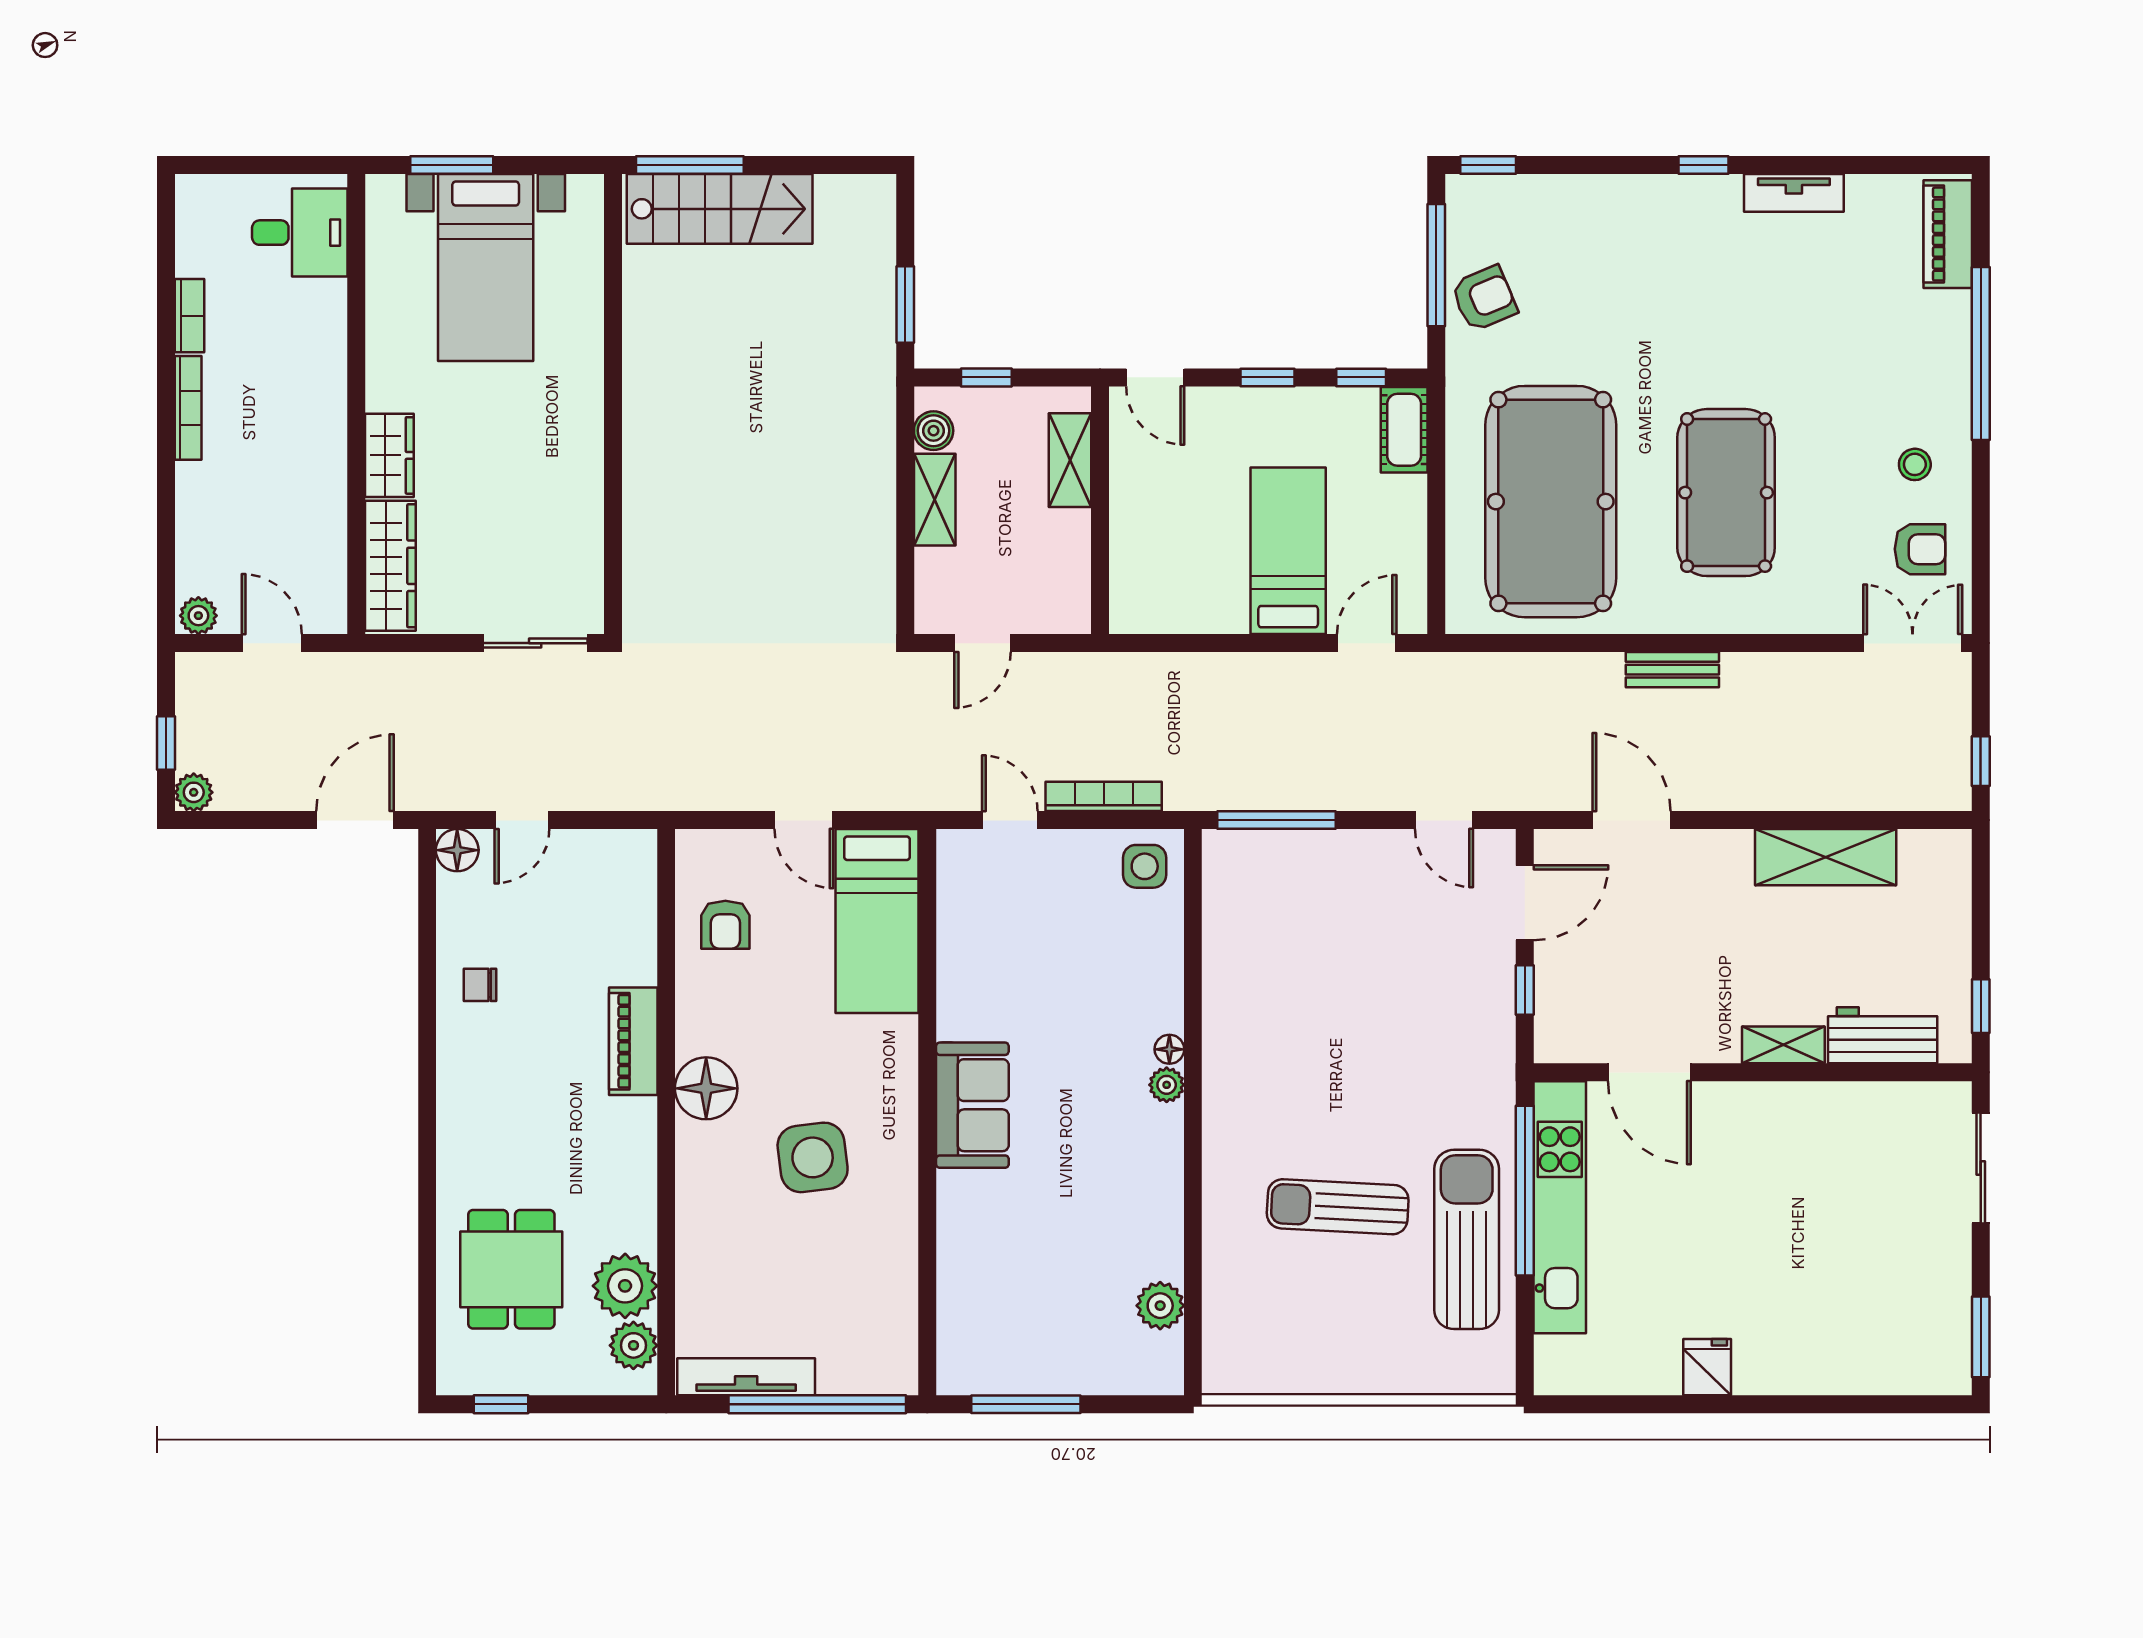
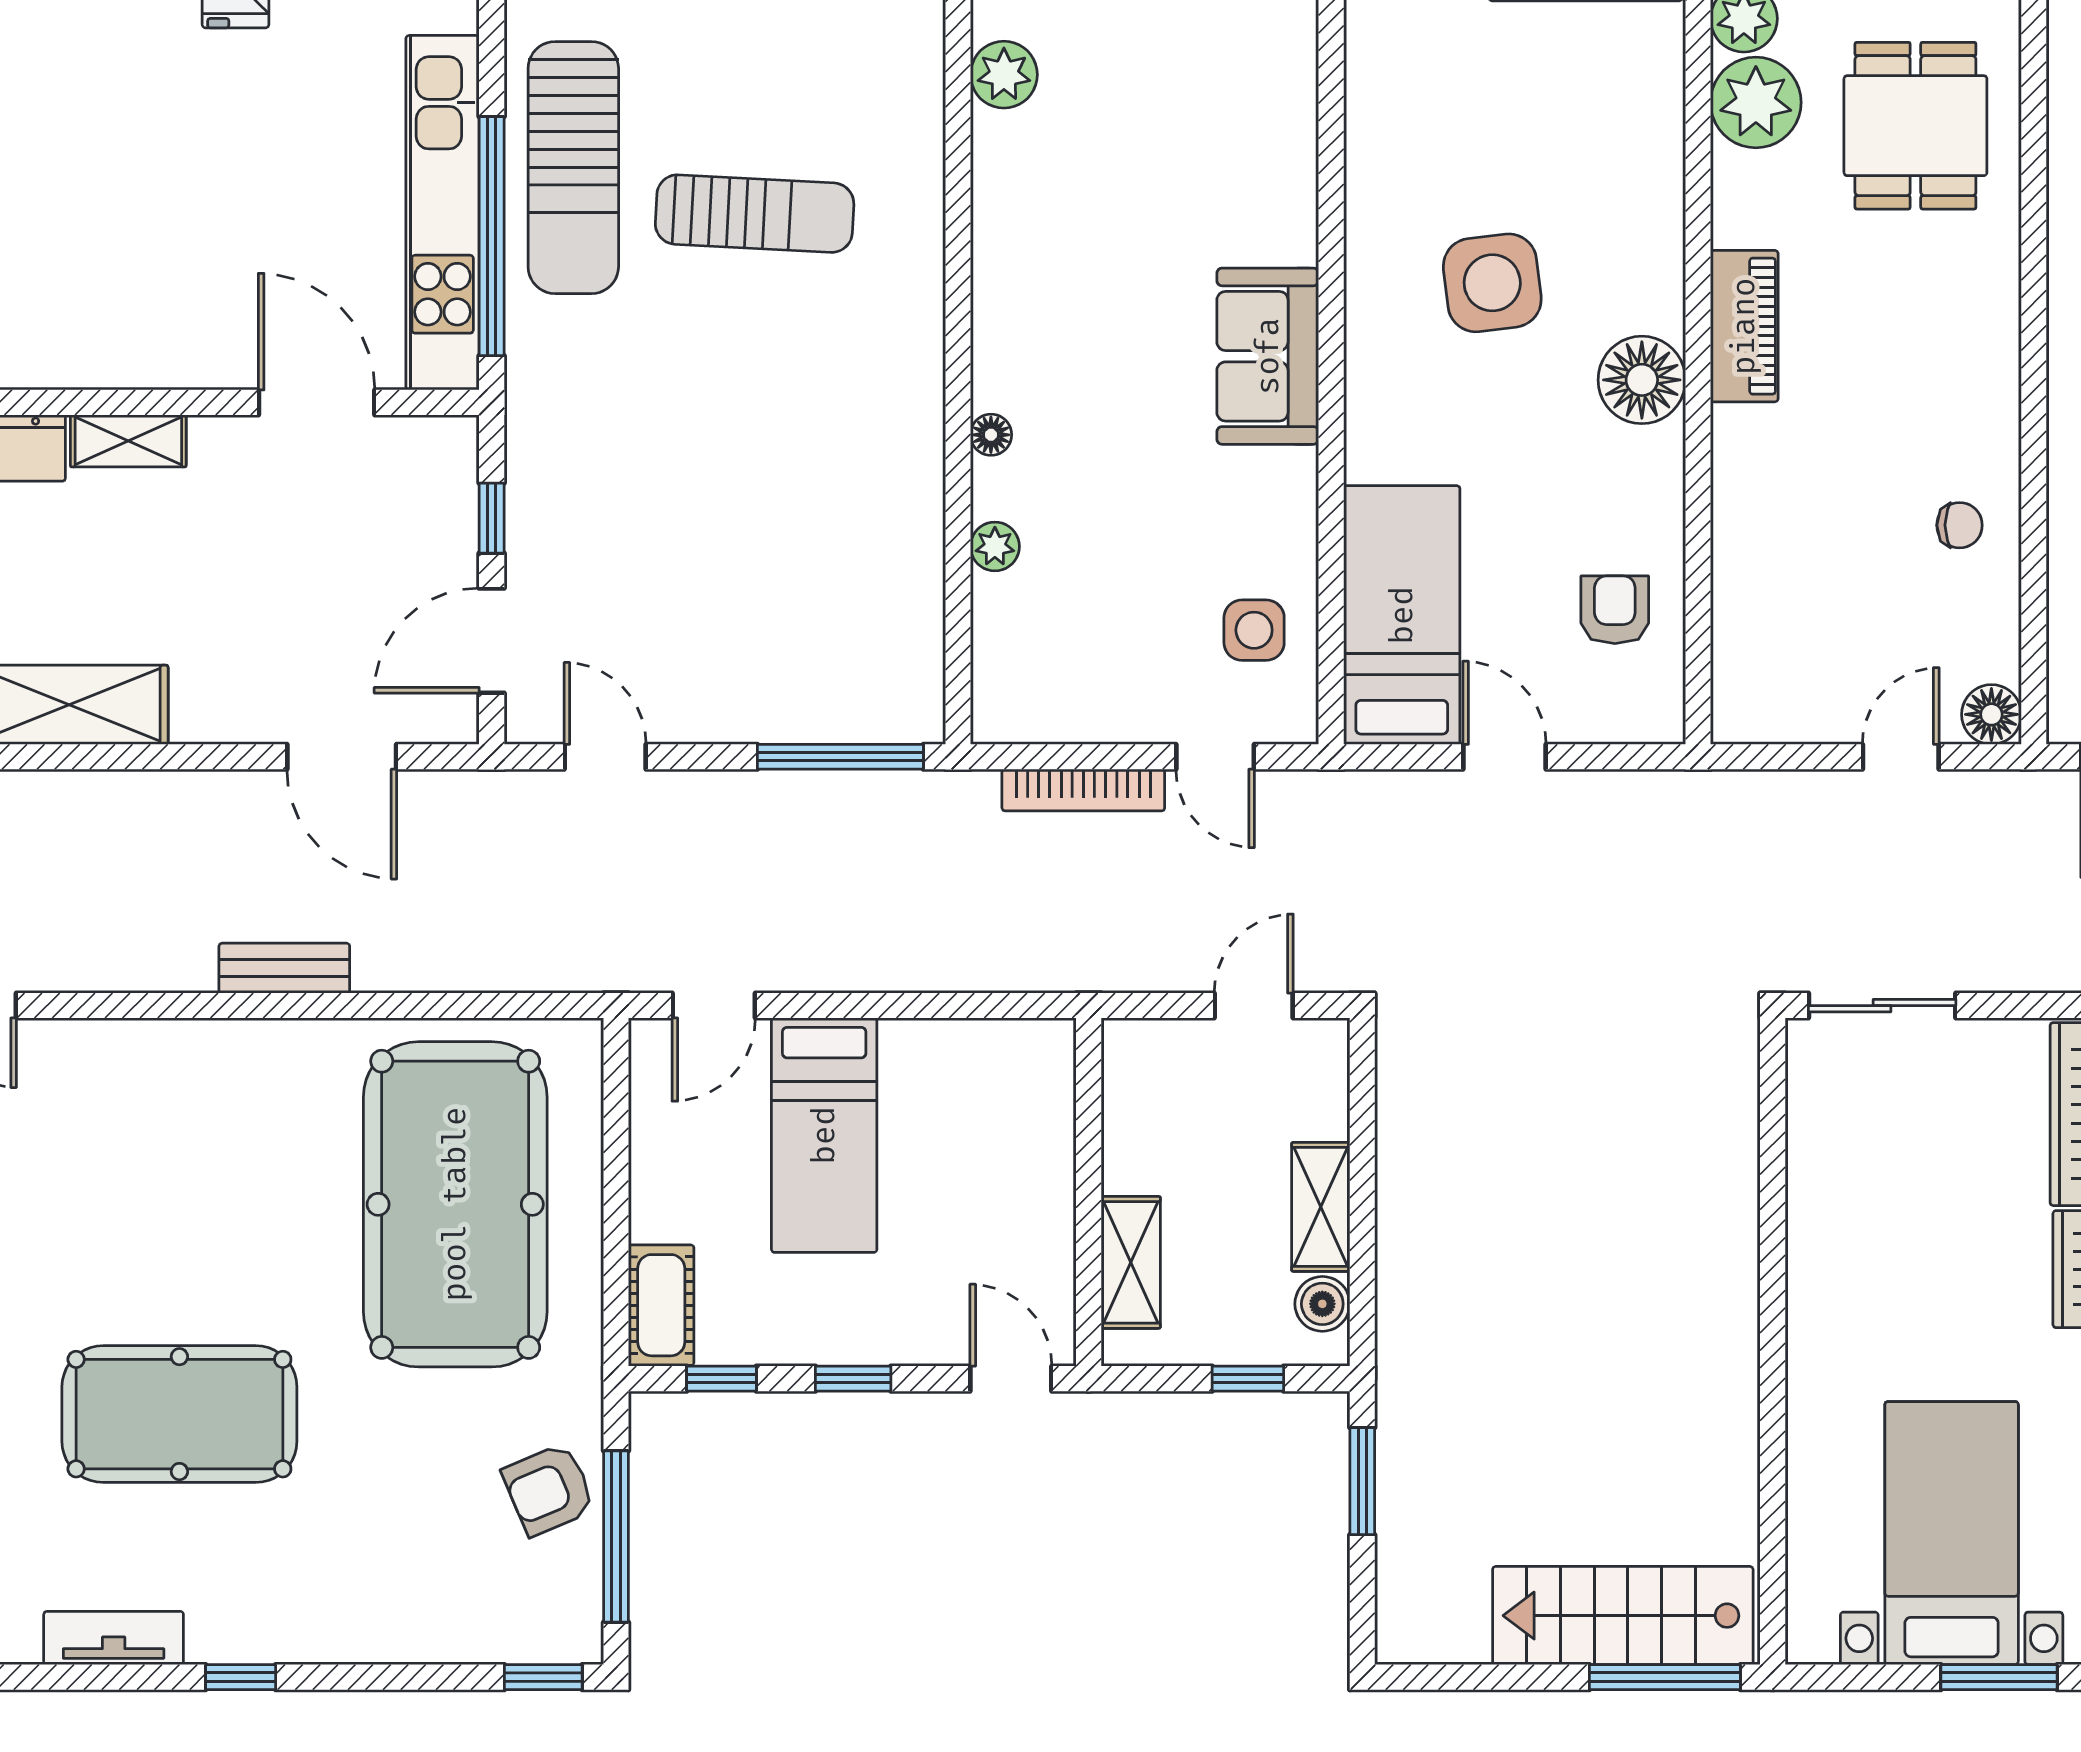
pool table: (1726, 493) -> (179, 1414), moved, turned 90
side table: (1145, 866) -> (1254, 630), moved
piano: (633, 1041) -> (1744, 326), moved
plant: (1167, 1085) -> (995, 546), moved

